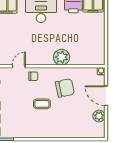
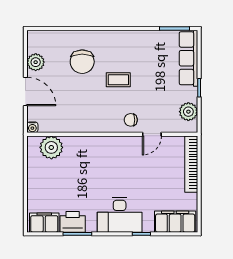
plant: (62, 57) -> (51, 147), moved
chair: (65, 88) -> (82, 62), moved, turned -78

